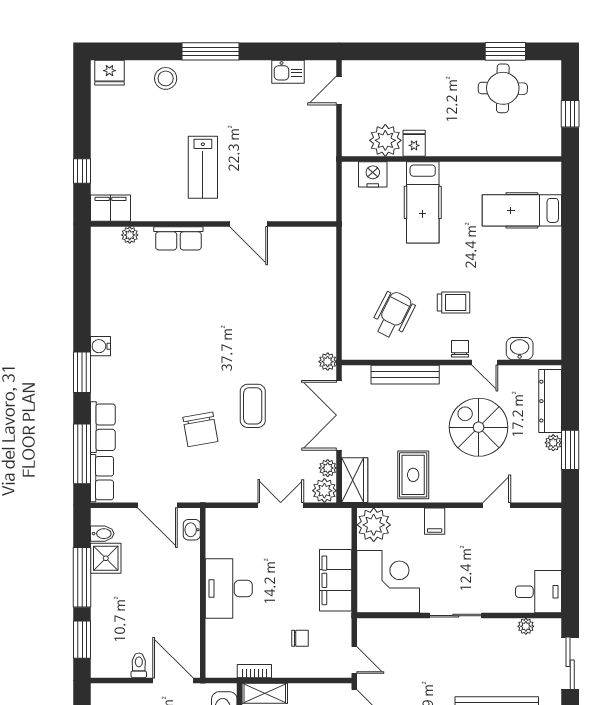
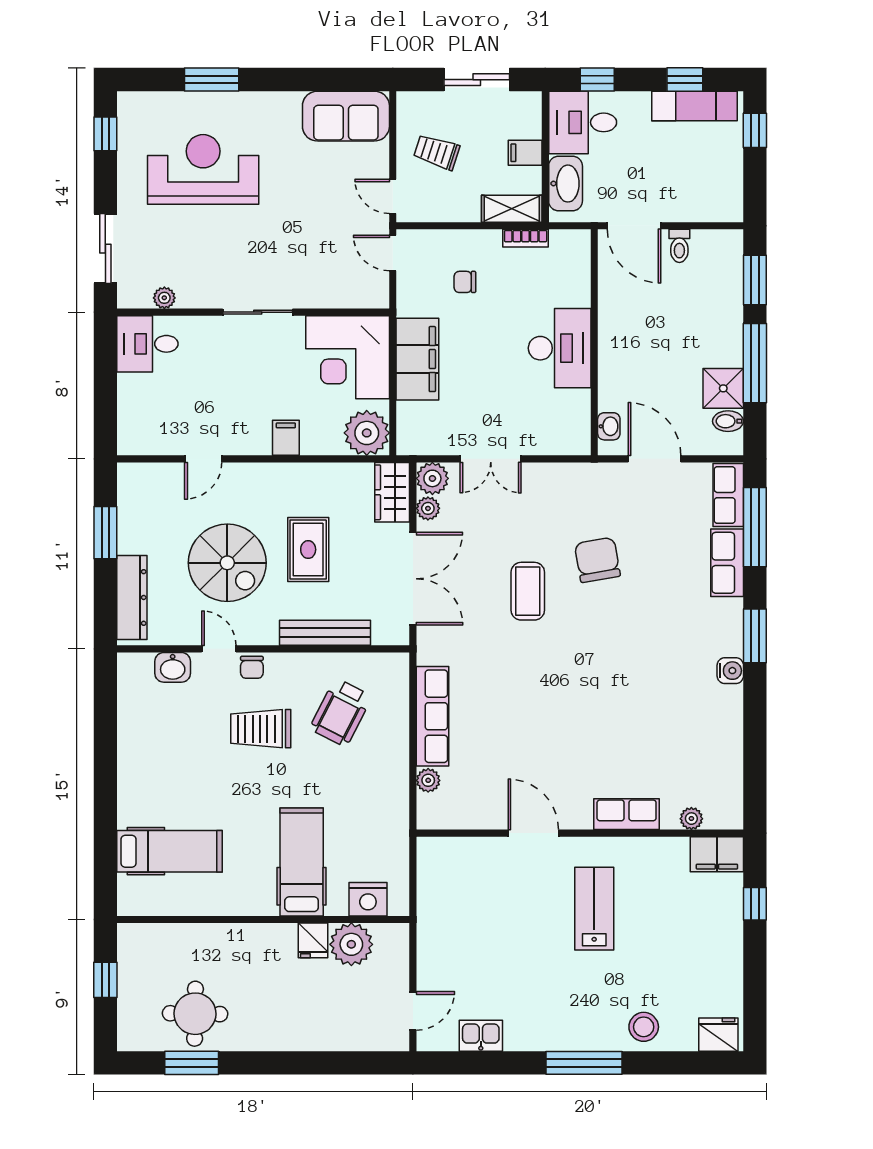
trolley: (453, 303) -> (261, 729), width x1.36, depth x1.39
row of seats: (324, 312) -> (432, 716), added
plant: (328, 362) -> (428, 780), moved
plant: (553, 443) -> (128, 542), removed
rug: (413, 475) -> (308, 550), moved

